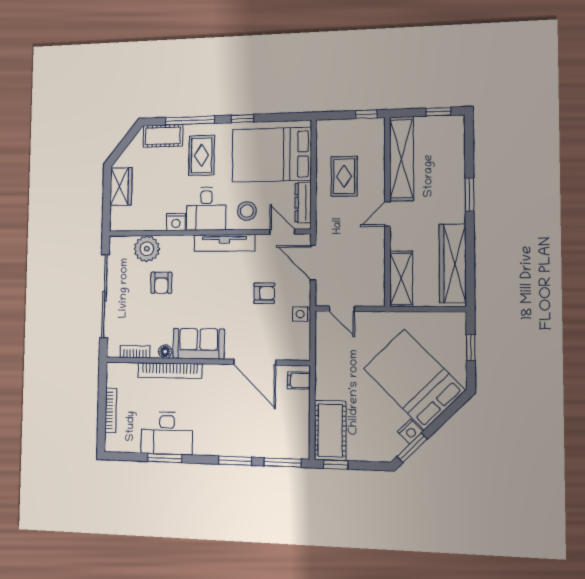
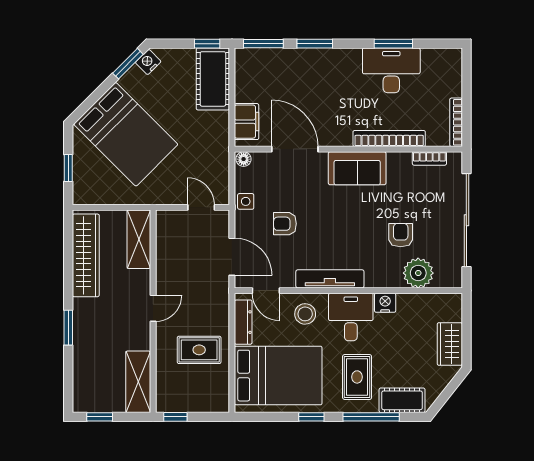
shelving: (402, 159) -> (138, 382), width x0.68
rug: (344, 176) -> (199, 350), turned 90
floor lamp: (165, 352) -> (244, 159), moved
filing cabinet: (299, 380) -> (247, 122), width x2.00
bookcase: (111, 410) -> (456, 122), moved
nightstand: (410, 432) -> (148, 62), moved

